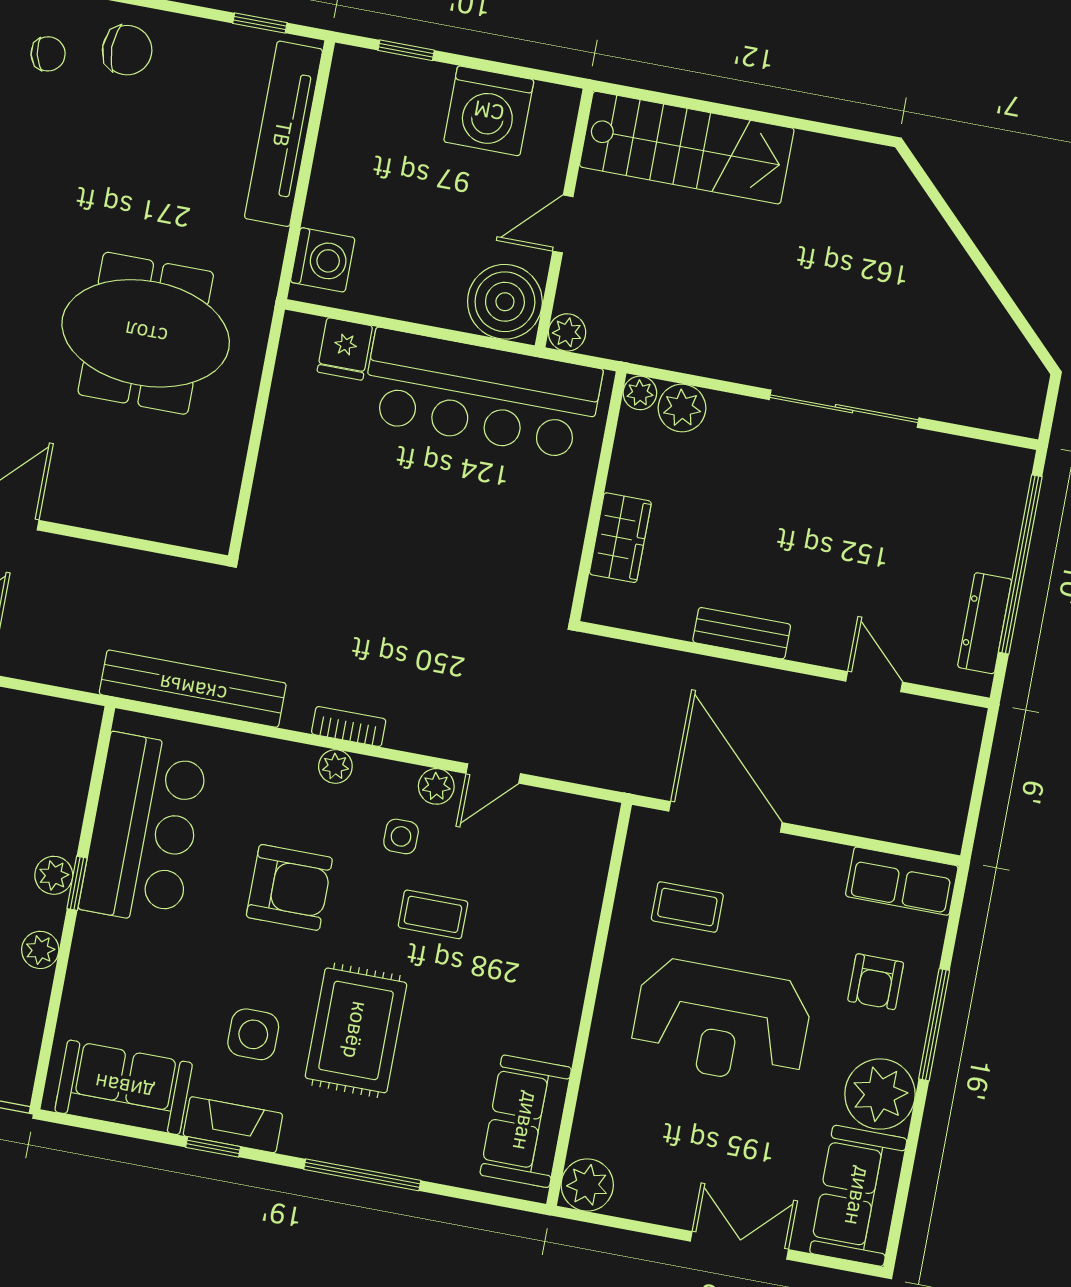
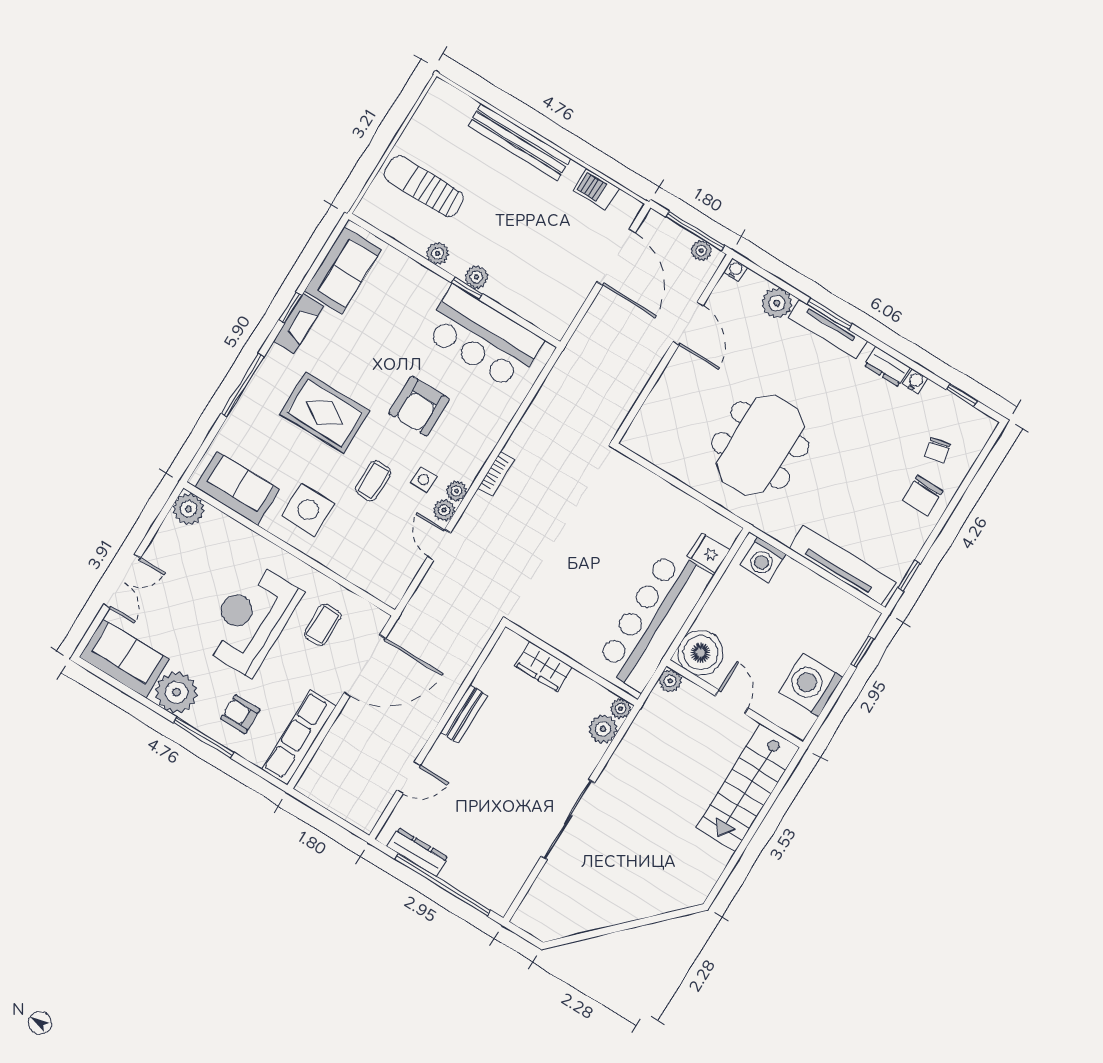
bench: (193, 689) -> (551, 395), removed
plant: (335, 766) -> (457, 491), moved
row of seats: (902, 881) -> (299, 737), width x1.48
side table: (253, 1034) -> (308, 510), moved, width x1.37, depth x1.37

